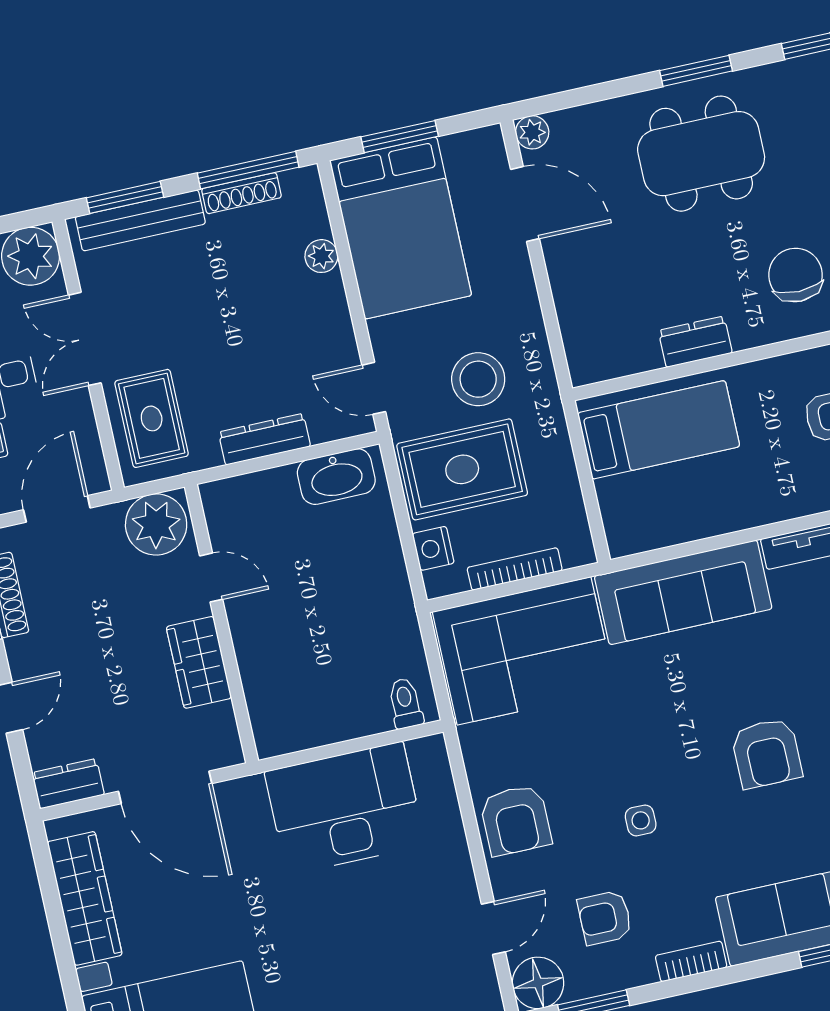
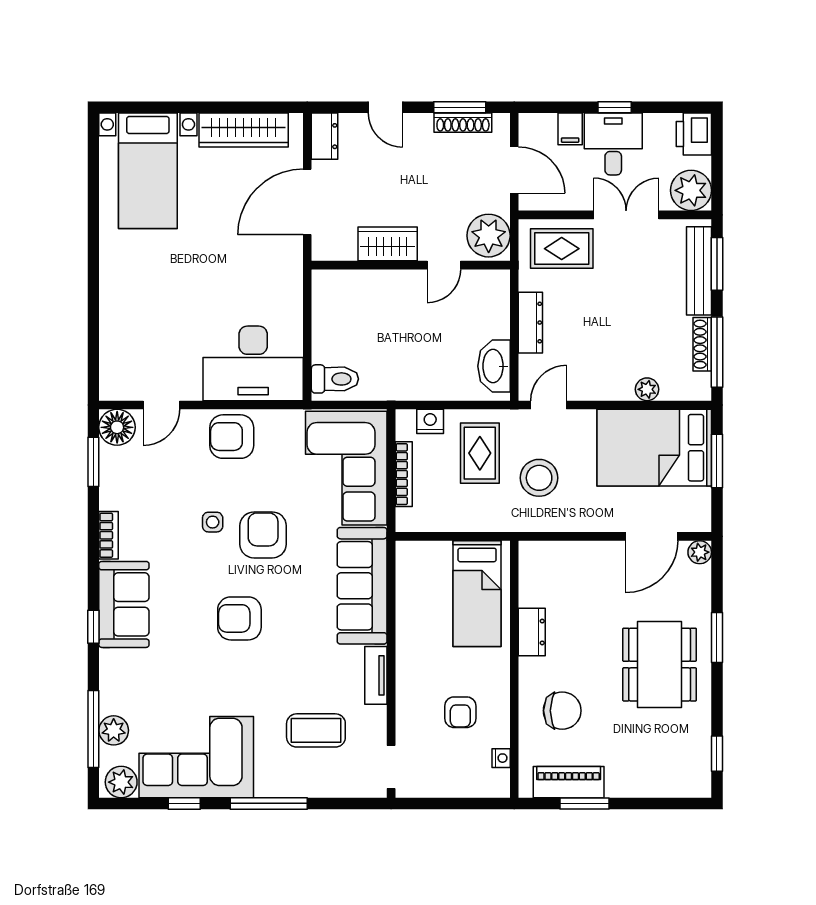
window: (696, 71) -> (717, 638), moved
rug: (462, 469) -> (480, 453), width x0.73, depth x0.70
toilet: (405, 703) -> (335, 379), width x1.37, depth x1.39
desk: (345, 808) -> (253, 363), moved, turned 90
armchair: (605, 918) -> (263, 535), moved, width x1.38, depth x1.38
door: (493, 928) -> (161, 405), hinge flipped

